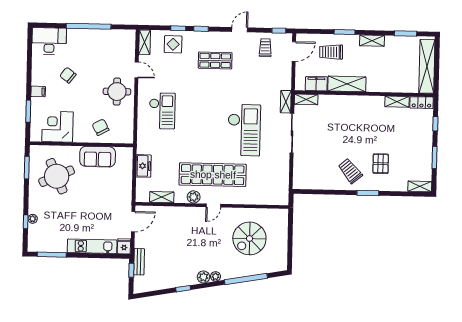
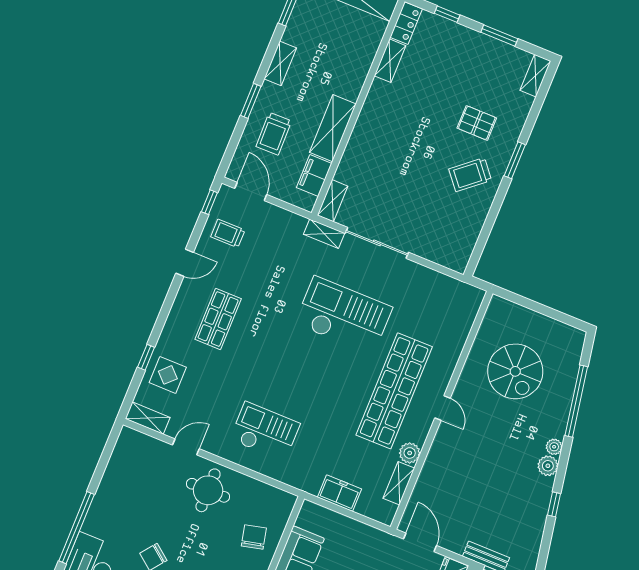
window: (89, 26) -> (77, 528), moved
window: (201, 29) -> (160, 322), removed
door: (240, 30) -> (185, 263), swing flipped
chair: (101, 127) -> (254, 537), turned 105
plant: (194, 197) -> (410, 453), moved

